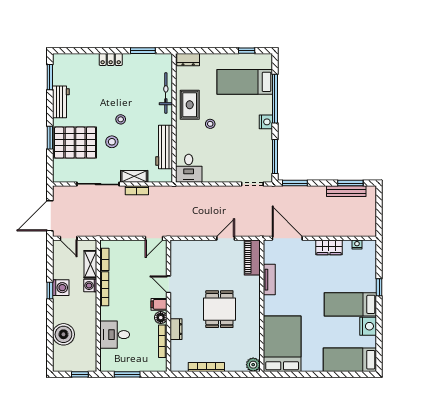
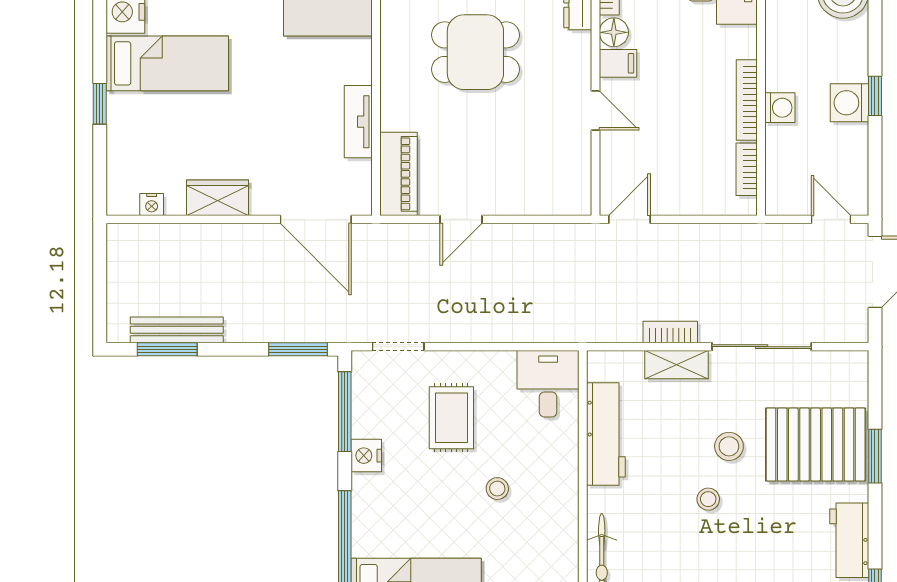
rug: (190, 105) -> (451, 418), moved
nightstand: (266, 122) -> (366, 456), moved
shelving: (90, 264) -> (779, 158), removed
dining table: (219, 309) -> (475, 52), turned 90

